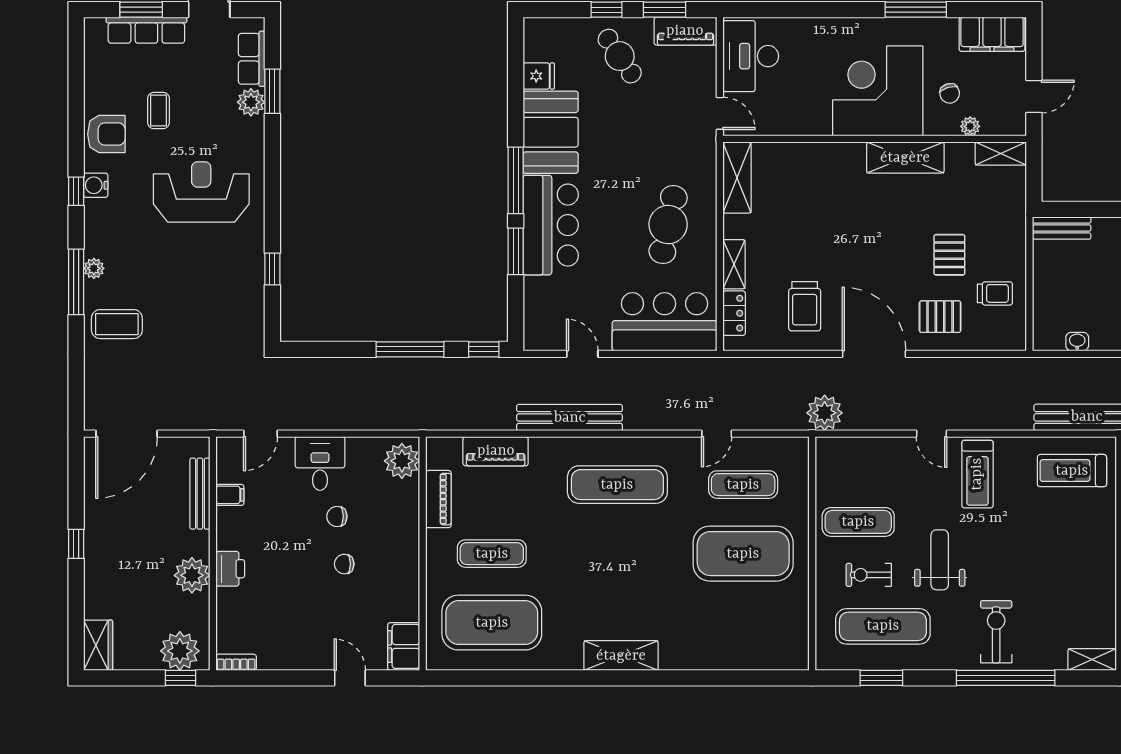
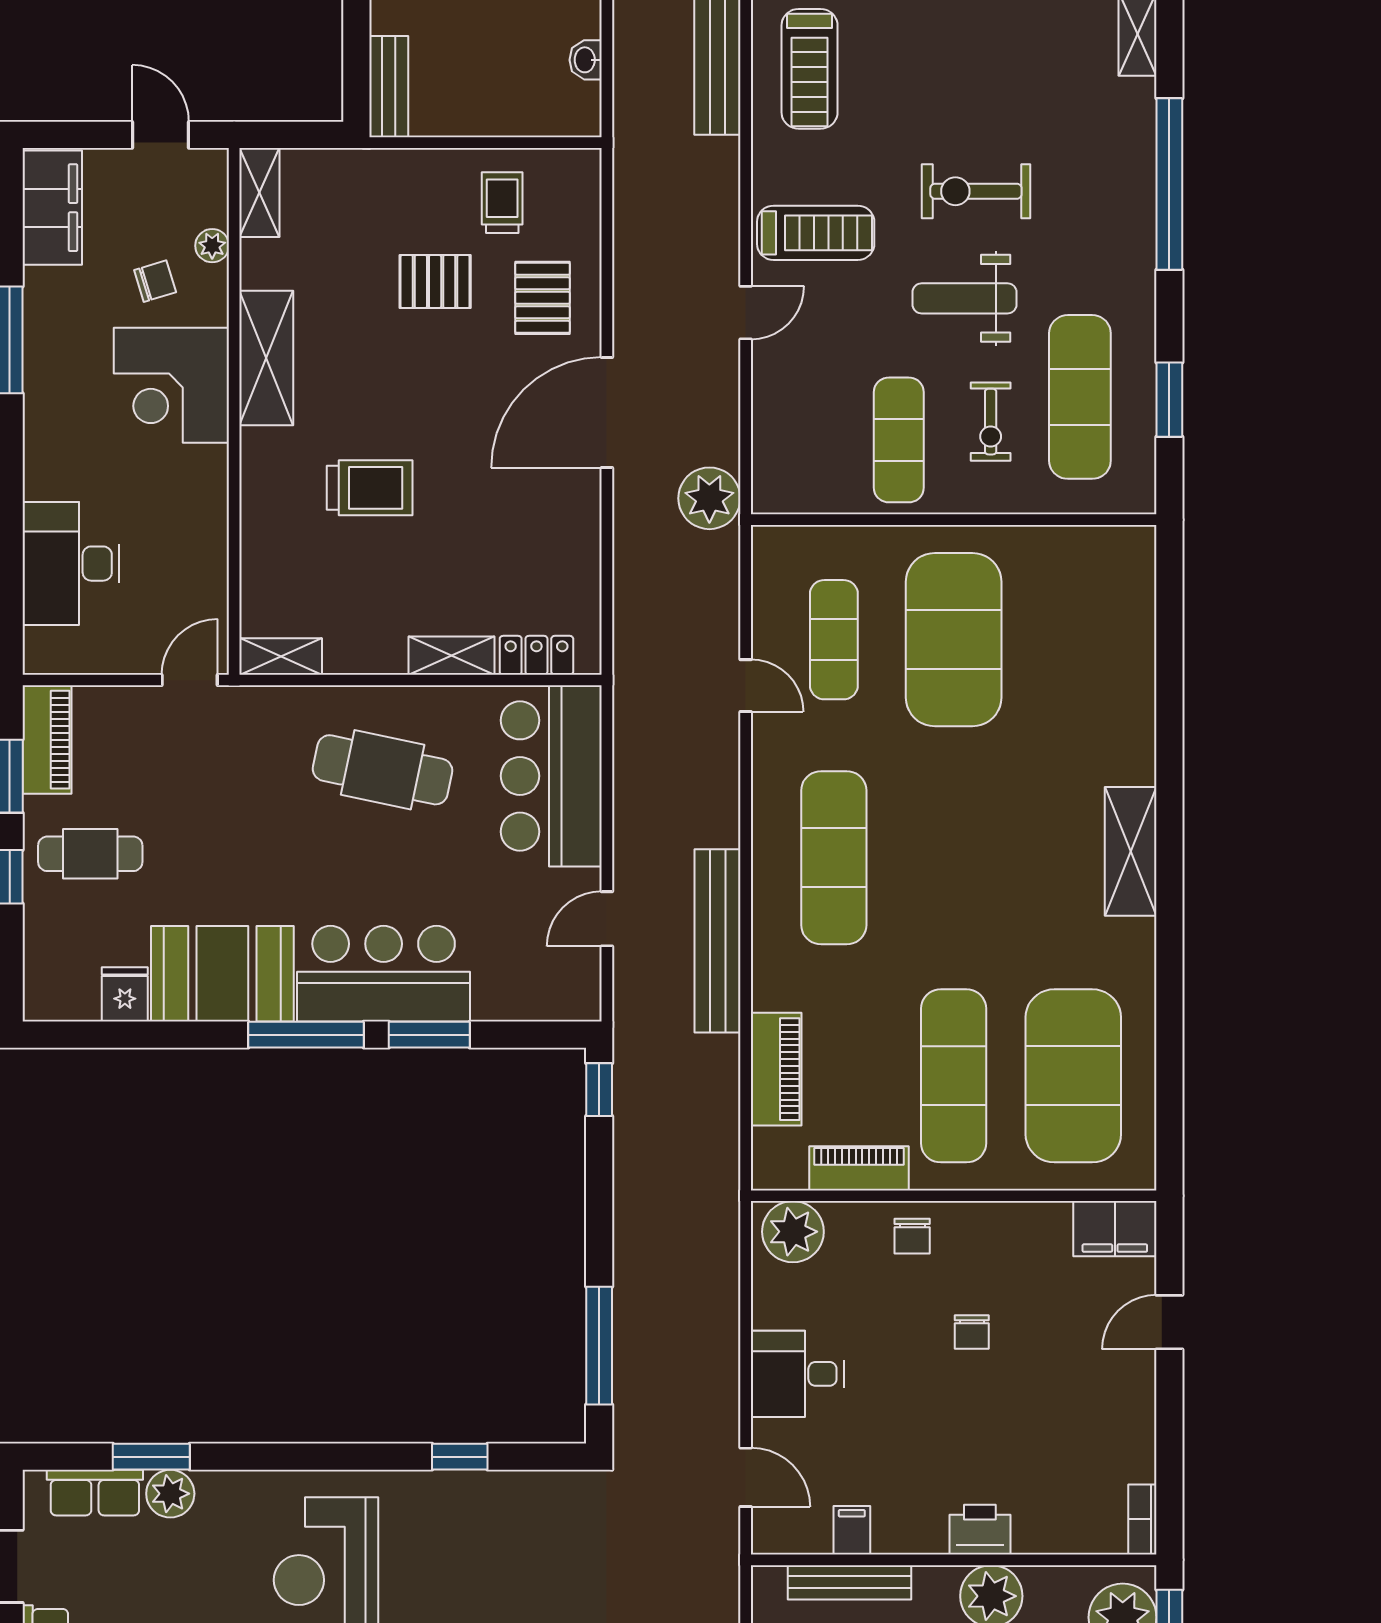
cafe table: (620, 56) -> (90, 854), turned 34
desk: (751, 56) -> (71, 564), moved, turned 90
corner desk: (878, 91) -> (171, 385), width x0.74, depth x0.74
shelving: (737, 178) -> (281, 656), width x0.67, depth x0.75
trolley: (805, 306) -> (370, 488), moved
window: (410, 349) -> (599, 1346), moved
chair: (337, 516) -> (912, 1236), moved
exercise mat: (492, 554) -> (954, 1076), width x1.36, depth x1.45
exercise bike: (996, 632) -> (976, 191), moved

